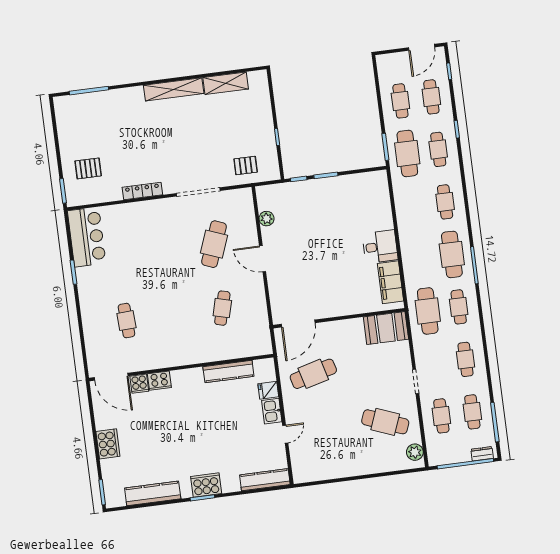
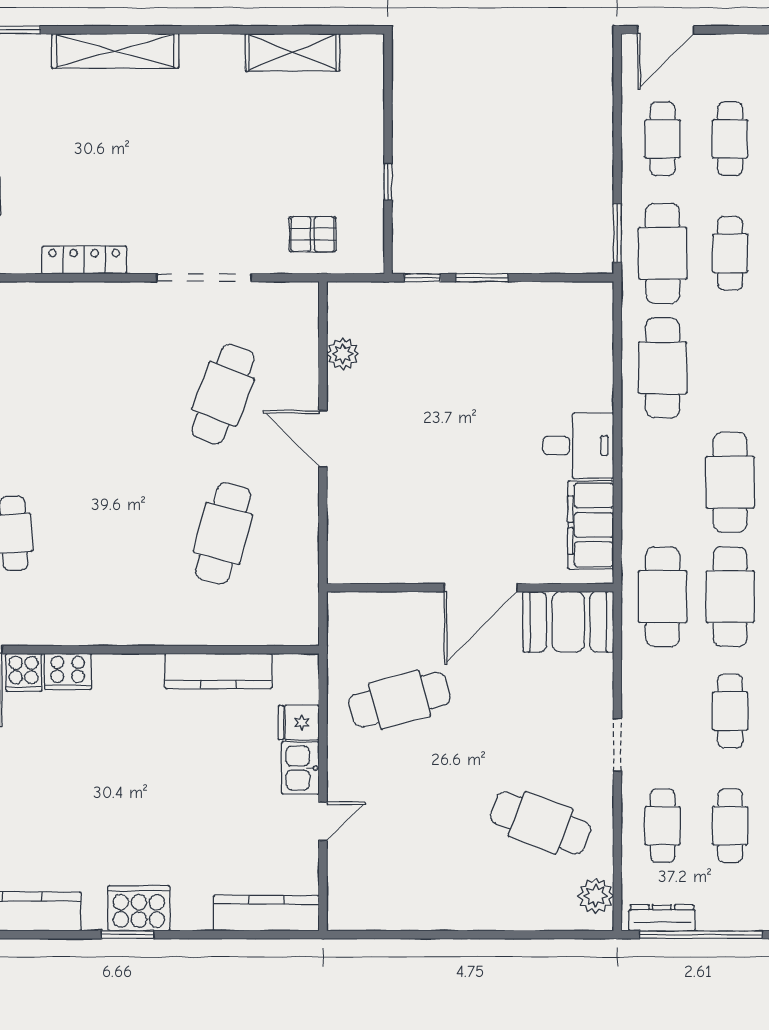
door: (422, 47) -> (666, 30), moved
shelving: (174, 89) -> (115, 51), moved
cafe table: (445, 202) -> (663, 368), moved, width x1.37, depth x1.35
cafe table: (459, 307) -> (730, 597), width x1.37, depth x1.35
cafe table: (222, 308) -> (223, 533), width x1.37, depth x1.35
door: (298, 324) -> (481, 588), moved
dresser: (482, 454) -> (662, 918), moved, width x1.44

